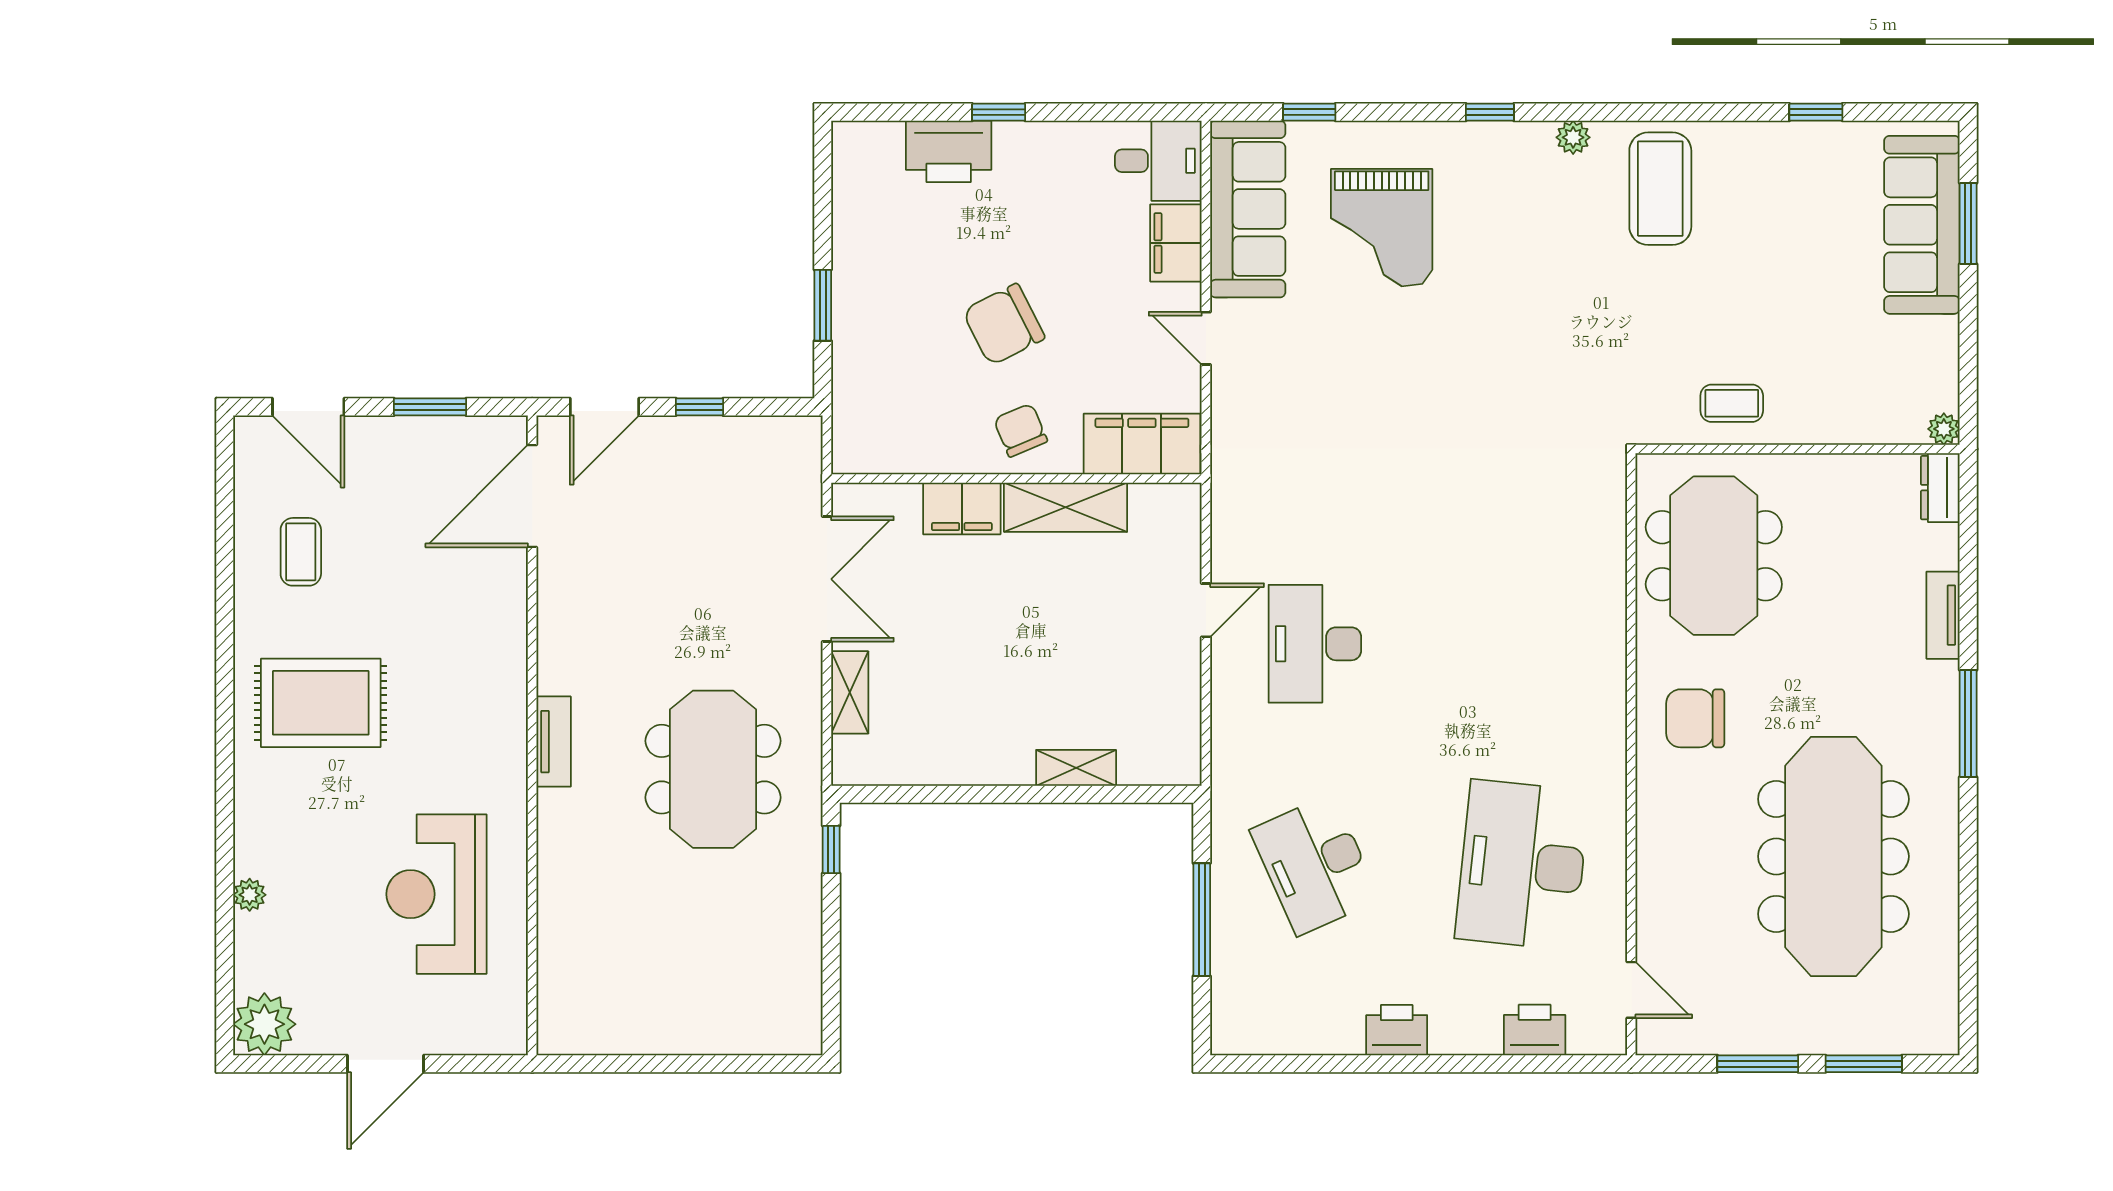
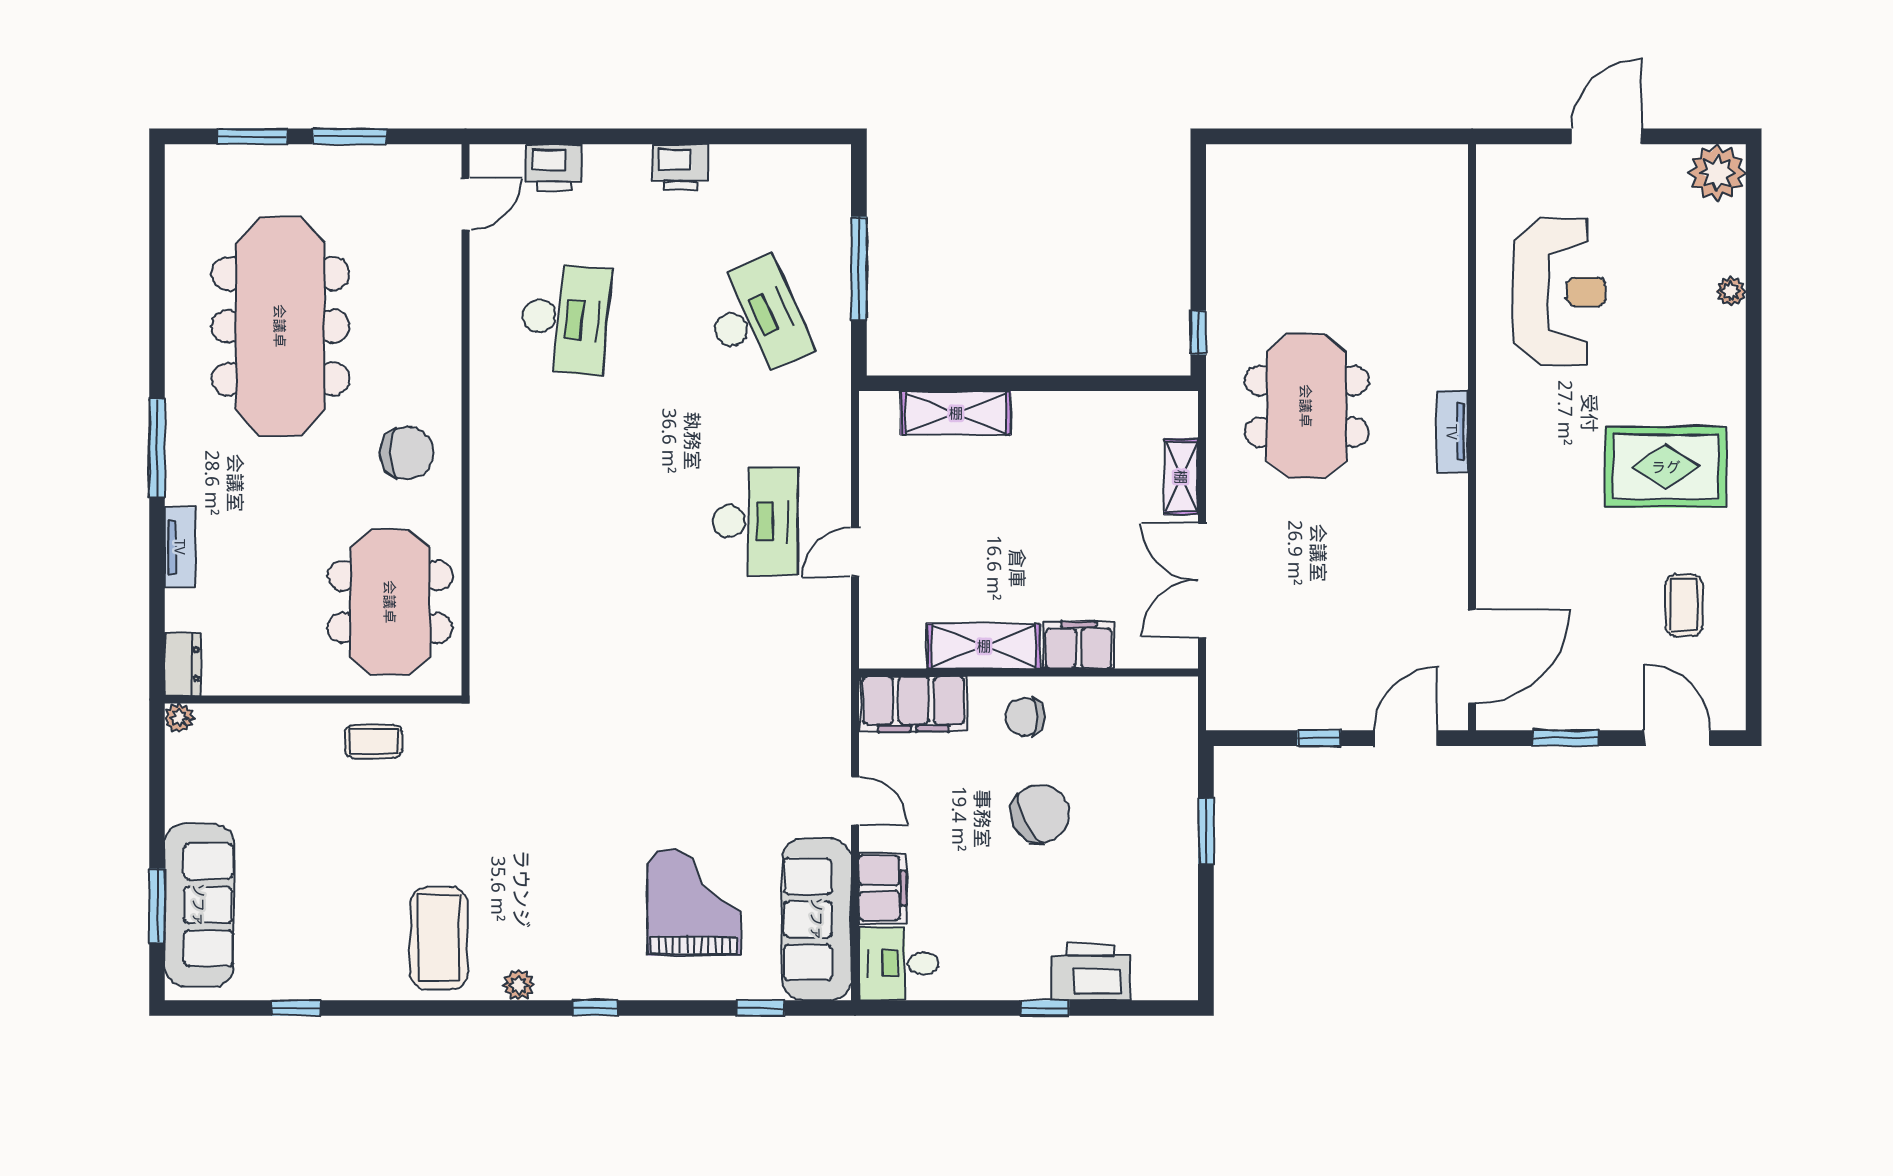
chair: (1020, 430) -> (1025, 717), turned 113
shelving: (1076, 768) -> (956, 413), width x1.50, depth x1.33
desk: (1522, 865) -> (565, 319), width x0.73, depth x0.77
door: (1631, 990) -> (465, 204), swing flipped

